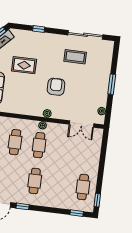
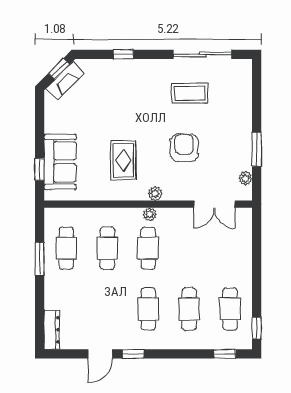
rug: (24, 65) -> (123, 160), moved, turned 90
window: (112, 84) -> (257, 149), moved
armchair: (56, 87) -> (184, 148), moved
cafe table: (59, 184) -> (189, 309), added

